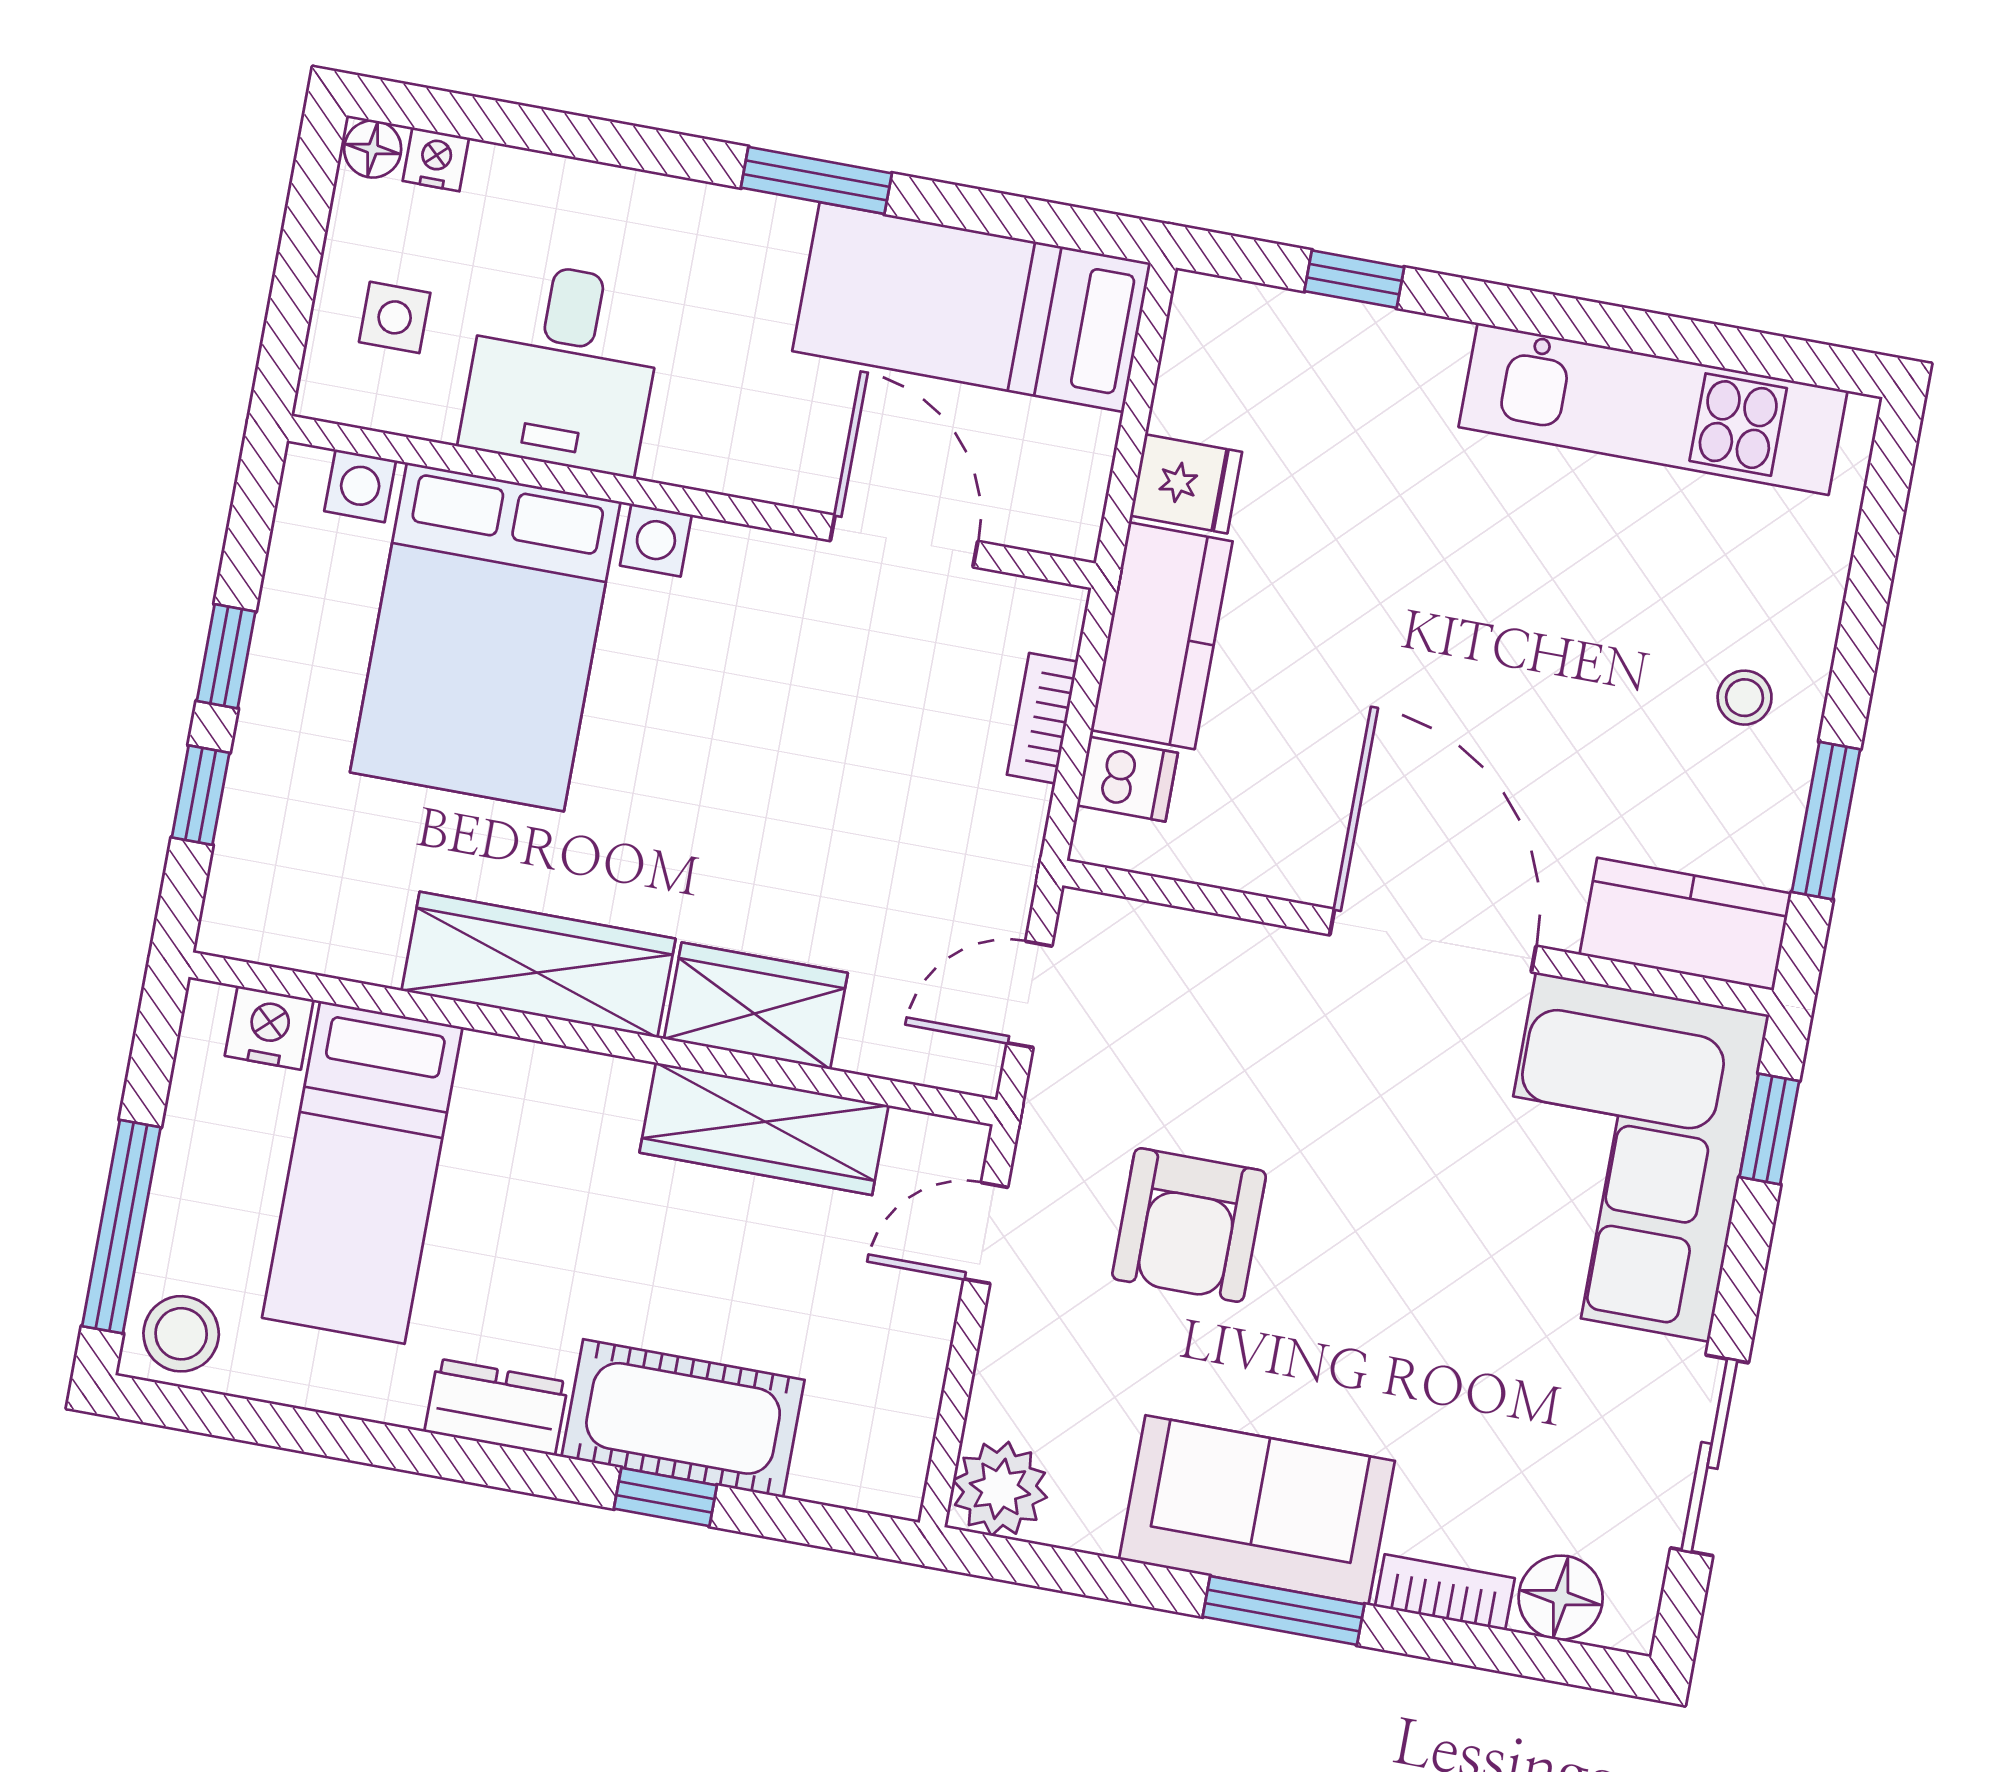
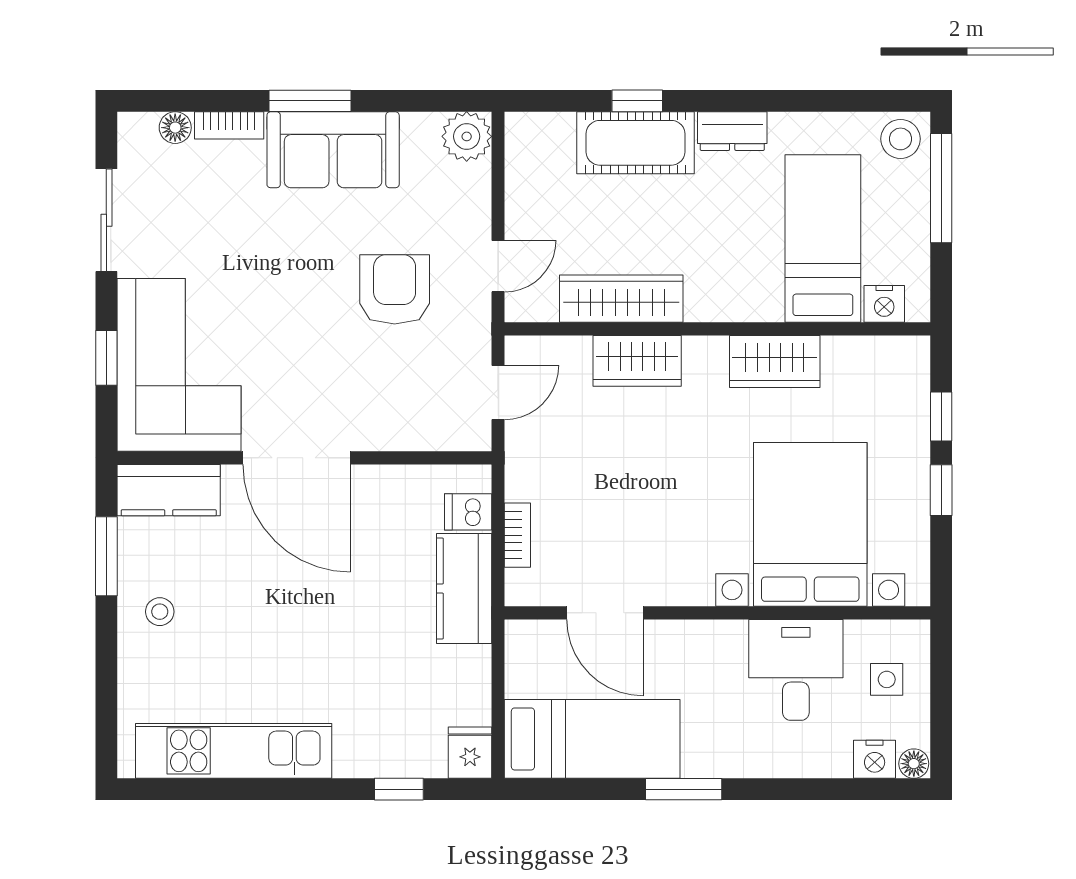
nightstand: (436, 159) -> (875, 759), width x1.39, depth x1.35
fridge: (1186, 484) -> (470, 753), moved, turned 90
wardrobe: (538, 965) -> (775, 362), width x0.67
window: (1769, 1129) -> (106, 358), moved
floor lamp: (1561, 1598) -> (175, 128), width x0.73, depth x0.73

